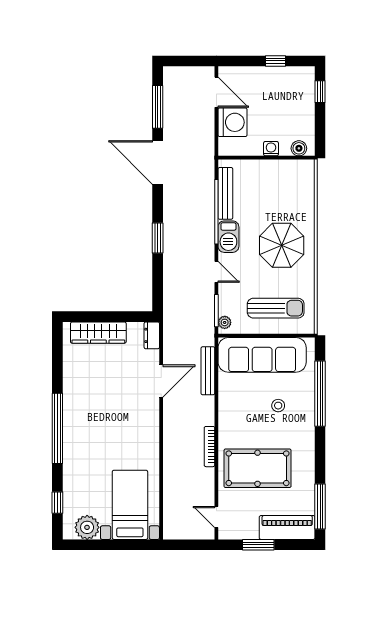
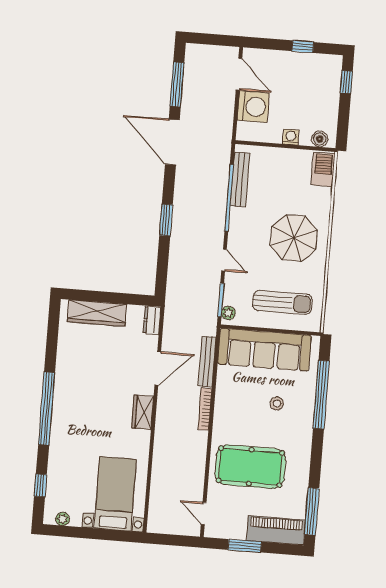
barbecue: (228, 237) -> (323, 169), moved, turned 180
wardrobe: (150, 424) -> (143, 412), added
bookcase: (209, 447) -> (205, 409), moved
plant: (87, 527) -> (63, 519), width x0.53, depth x0.53

